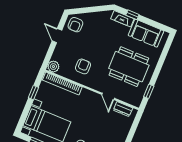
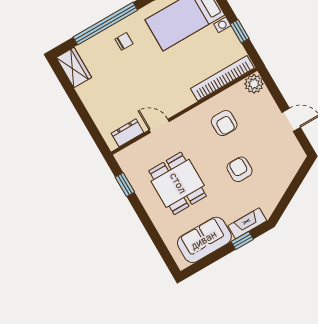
armchair: (75, 25) -> (240, 169), moved
dining table: (129, 67) -> (178, 183), width x0.73

